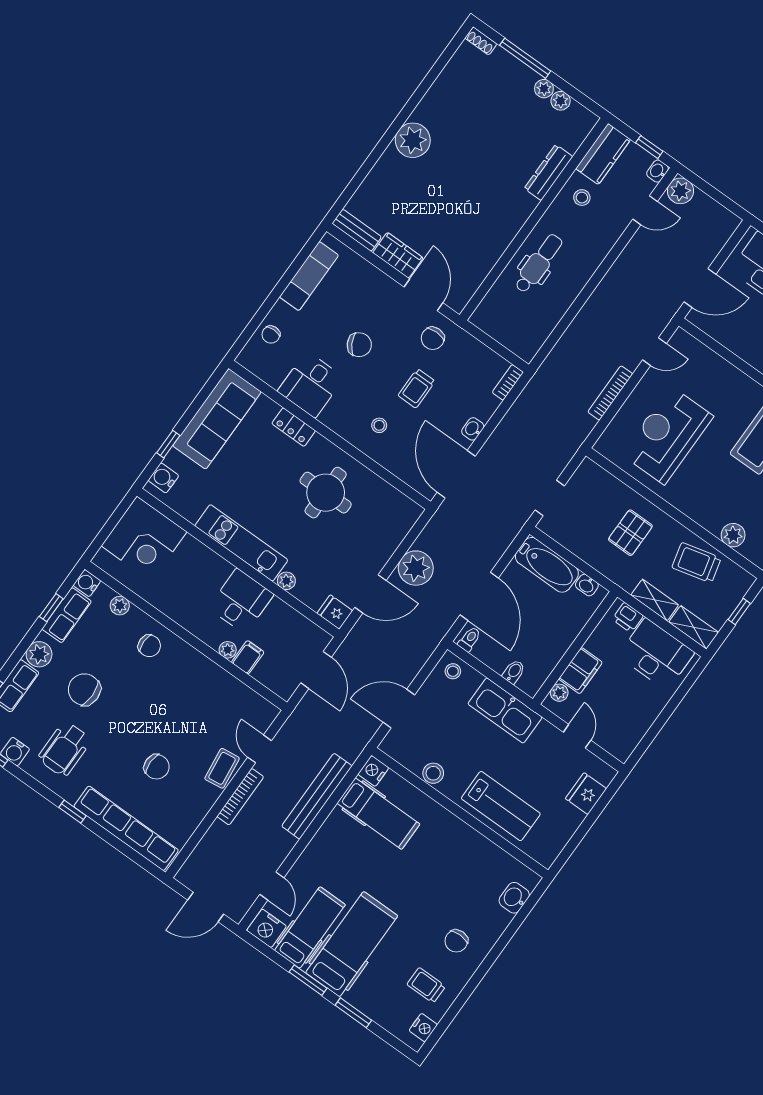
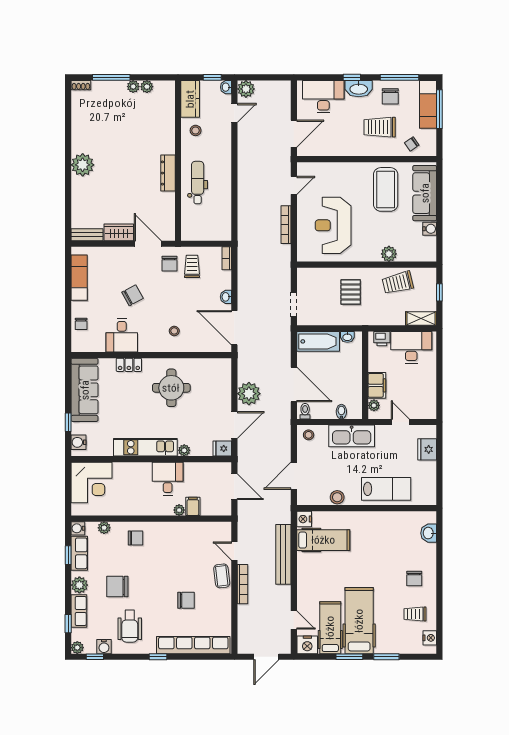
dresser: (549, 173) -> (168, 173), moved
trolley: (417, 388) -> (192, 266), moved, turned 180
plant: (733, 535) -> (389, 254), moved
shelving: (655, 600) -> (390, 319), removed

